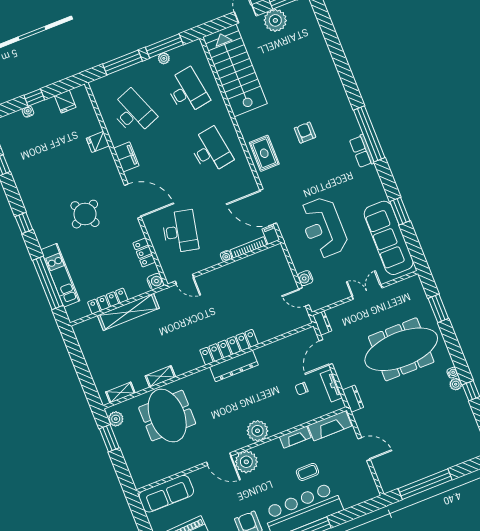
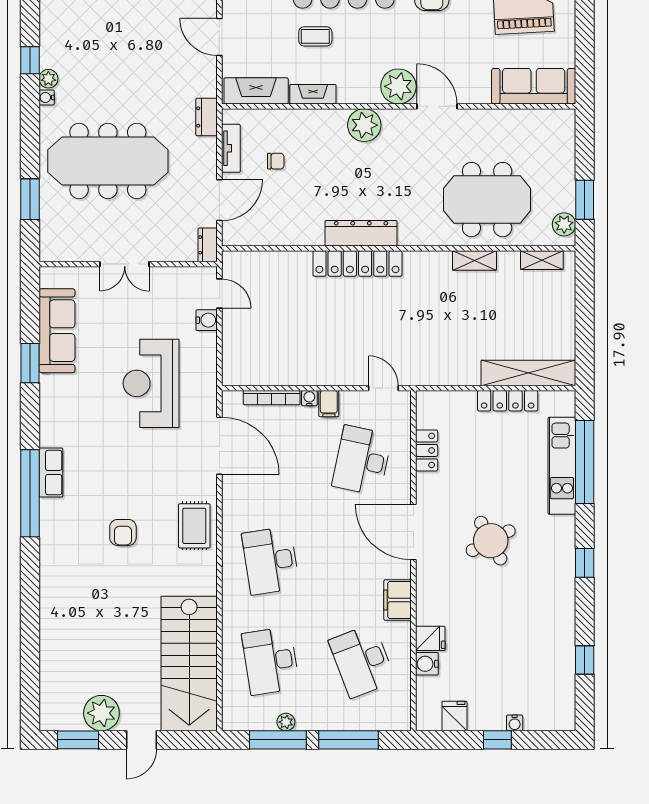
reception desk: (323, 228) -> (151, 383), turned 180
filing cabinet: (271, 234) -> (329, 404), moved
sofa: (389, 238) -> (57, 331), width x0.74, depth x0.79
water cooler: (155, 281) -> (427, 664), moved
shelving: (128, 312) -> (528, 373), moved
meeting table: (167, 416) -> (487, 200), turned 90

